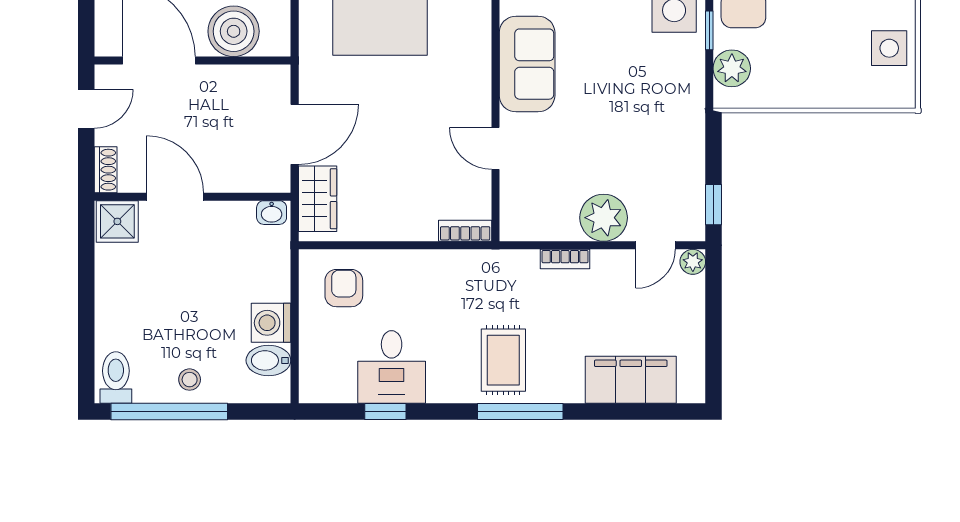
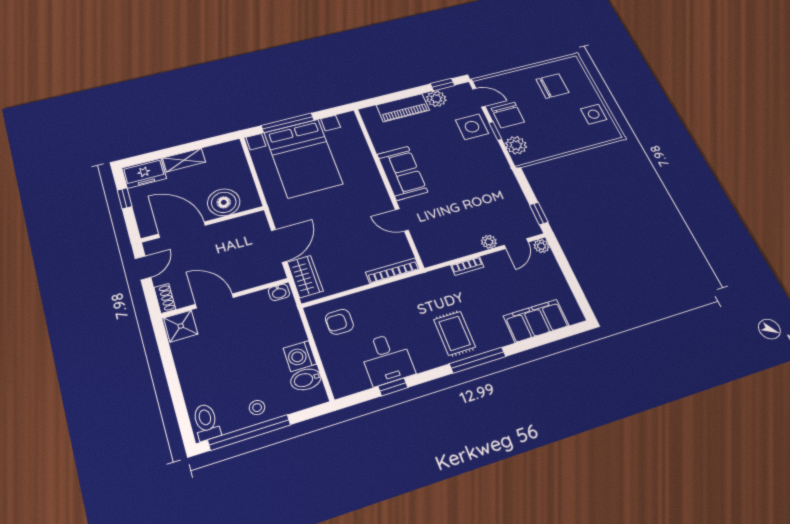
plant: (604, 218) -> (489, 242), width x0.53, depth x0.53
bookcase: (465, 231) -> (393, 271), width x1.56
armchair: (344, 288) -> (339, 322), turned -90

